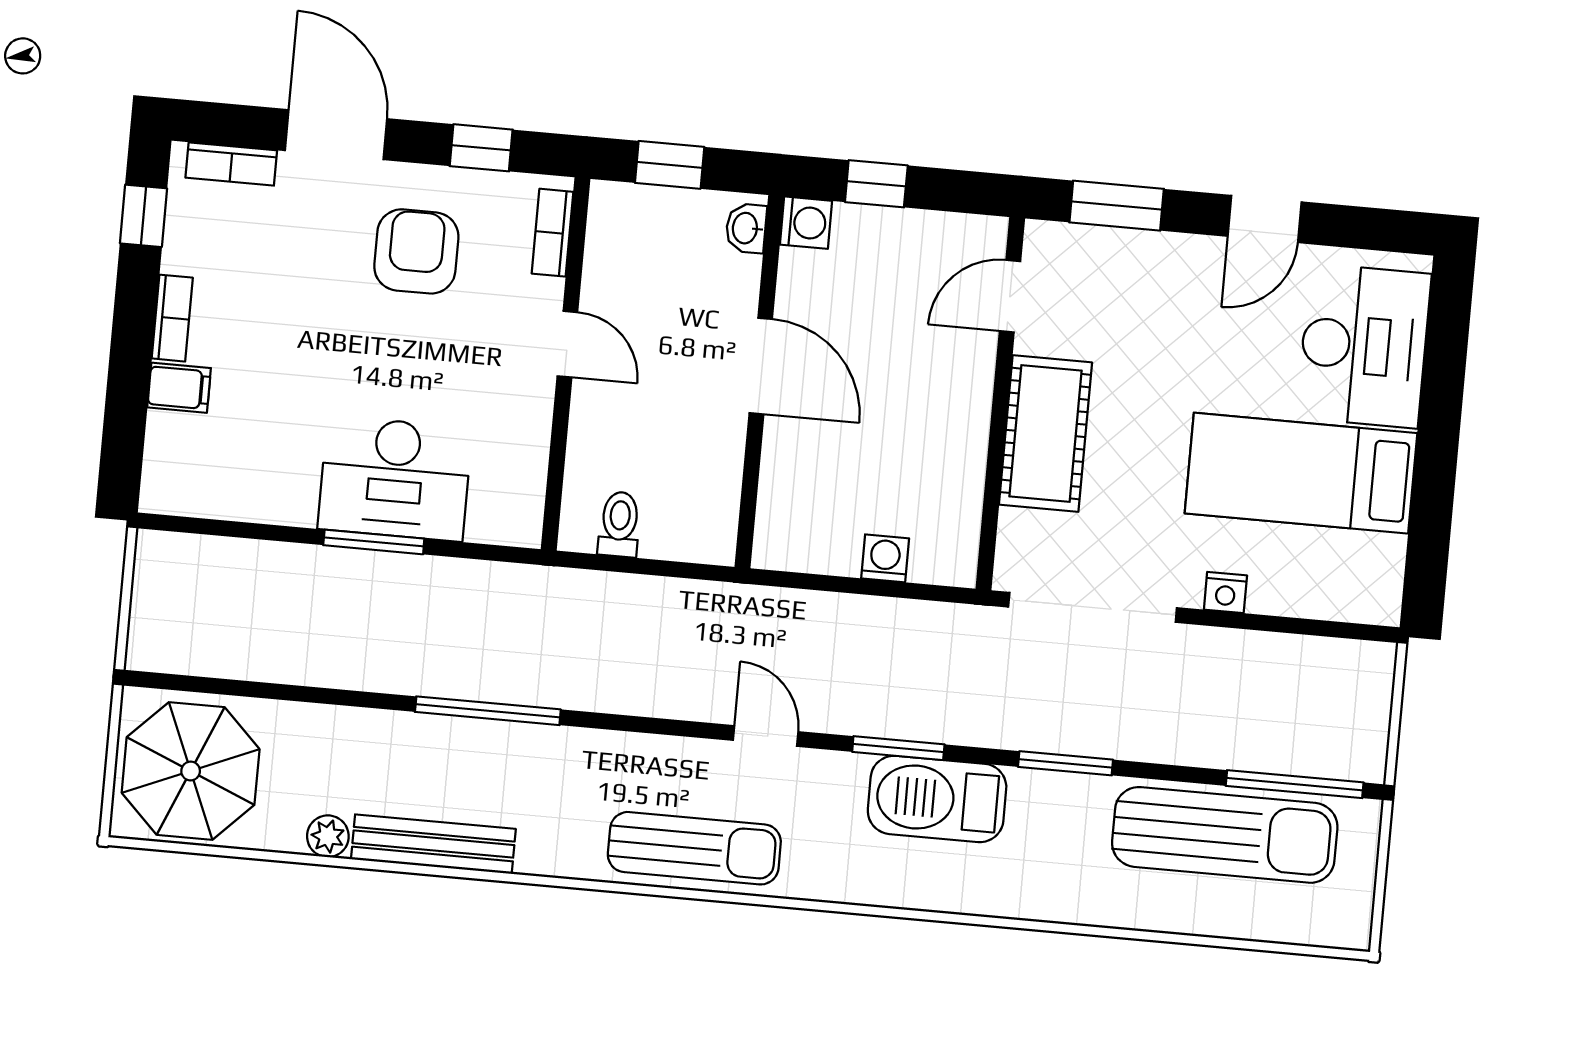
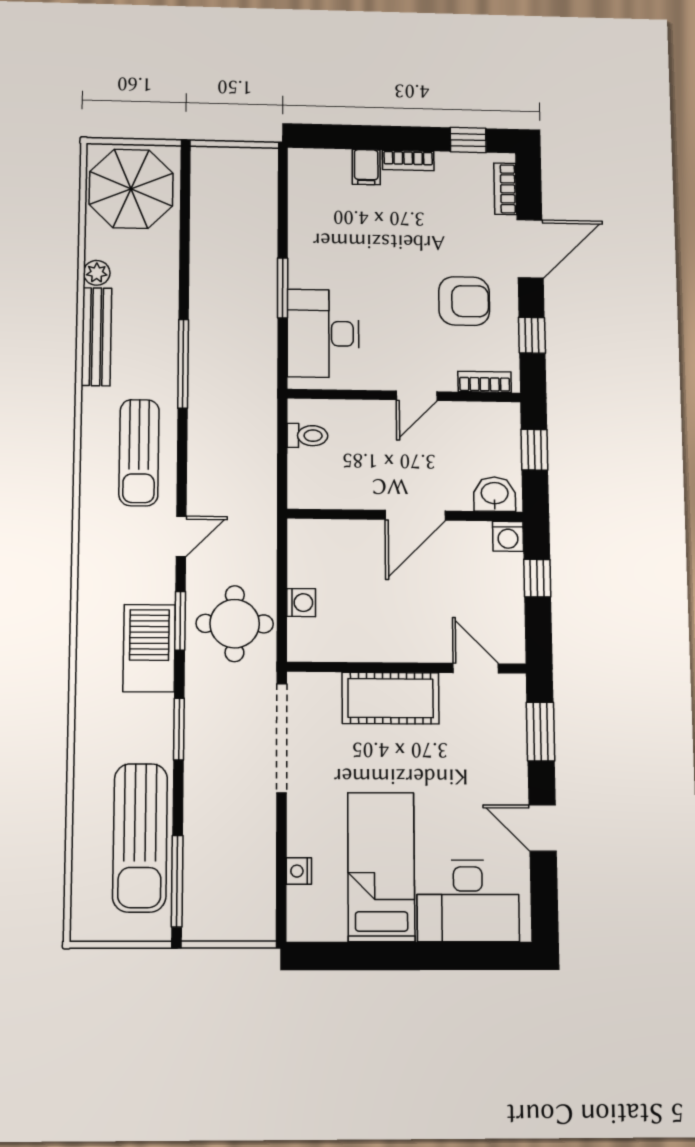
washbasin: (746, 228) -> (495, 494), width x1.38, depth x1.45
desk: (395, 478) -> (323, 333), moved
nightstand: (1225, 593) -> (299, 871), moved
round table: (910, 664) -> (235, 624), added
sun lounger: (694, 848) -> (139, 453), moved

